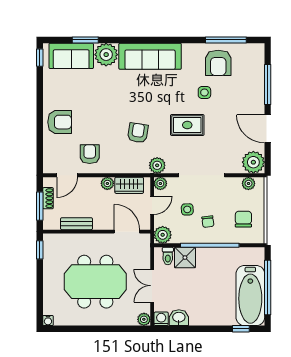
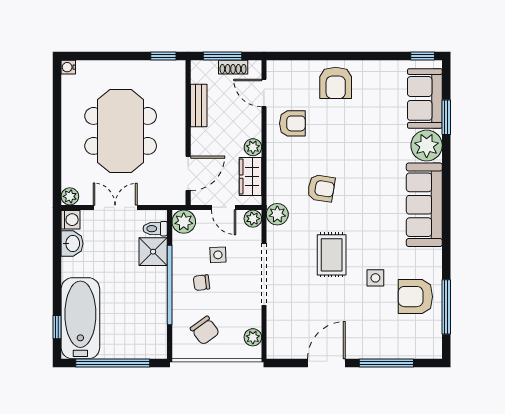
plant: (253, 162) -> (282, 344), removed
chair: (243, 219) -> (205, 330), turned 54
bathtub: (250, 296) -> (80, 318), moved, turned 90

